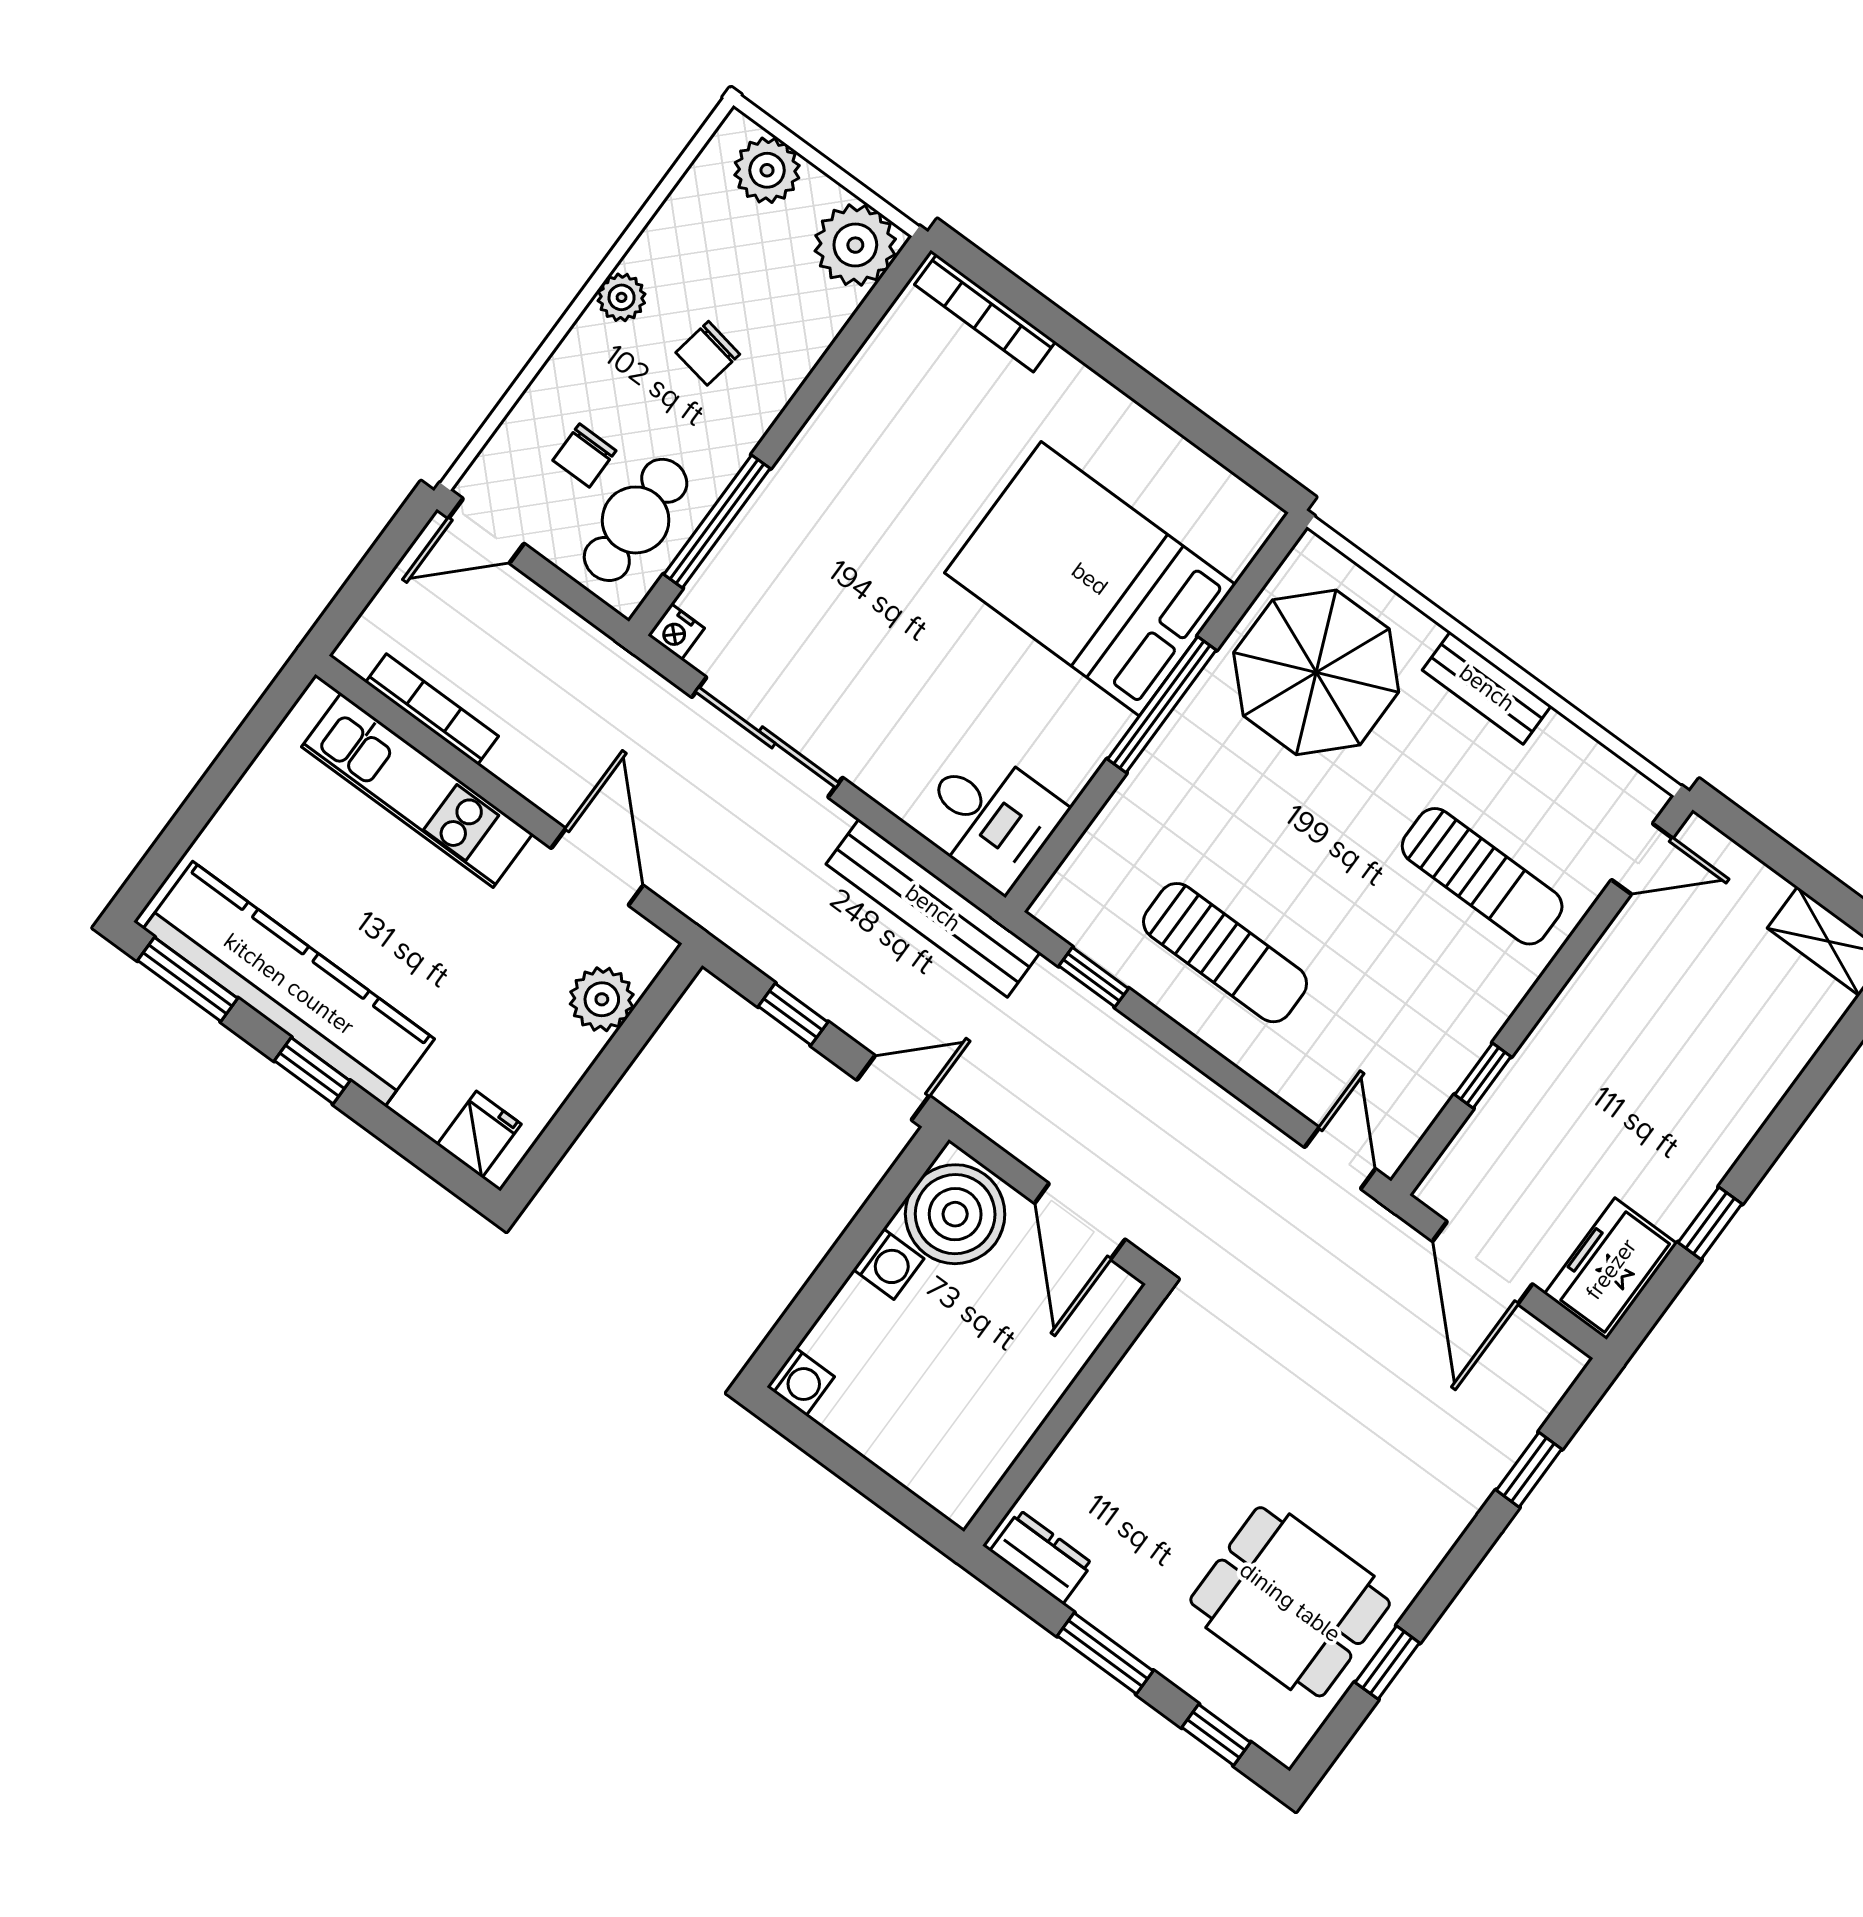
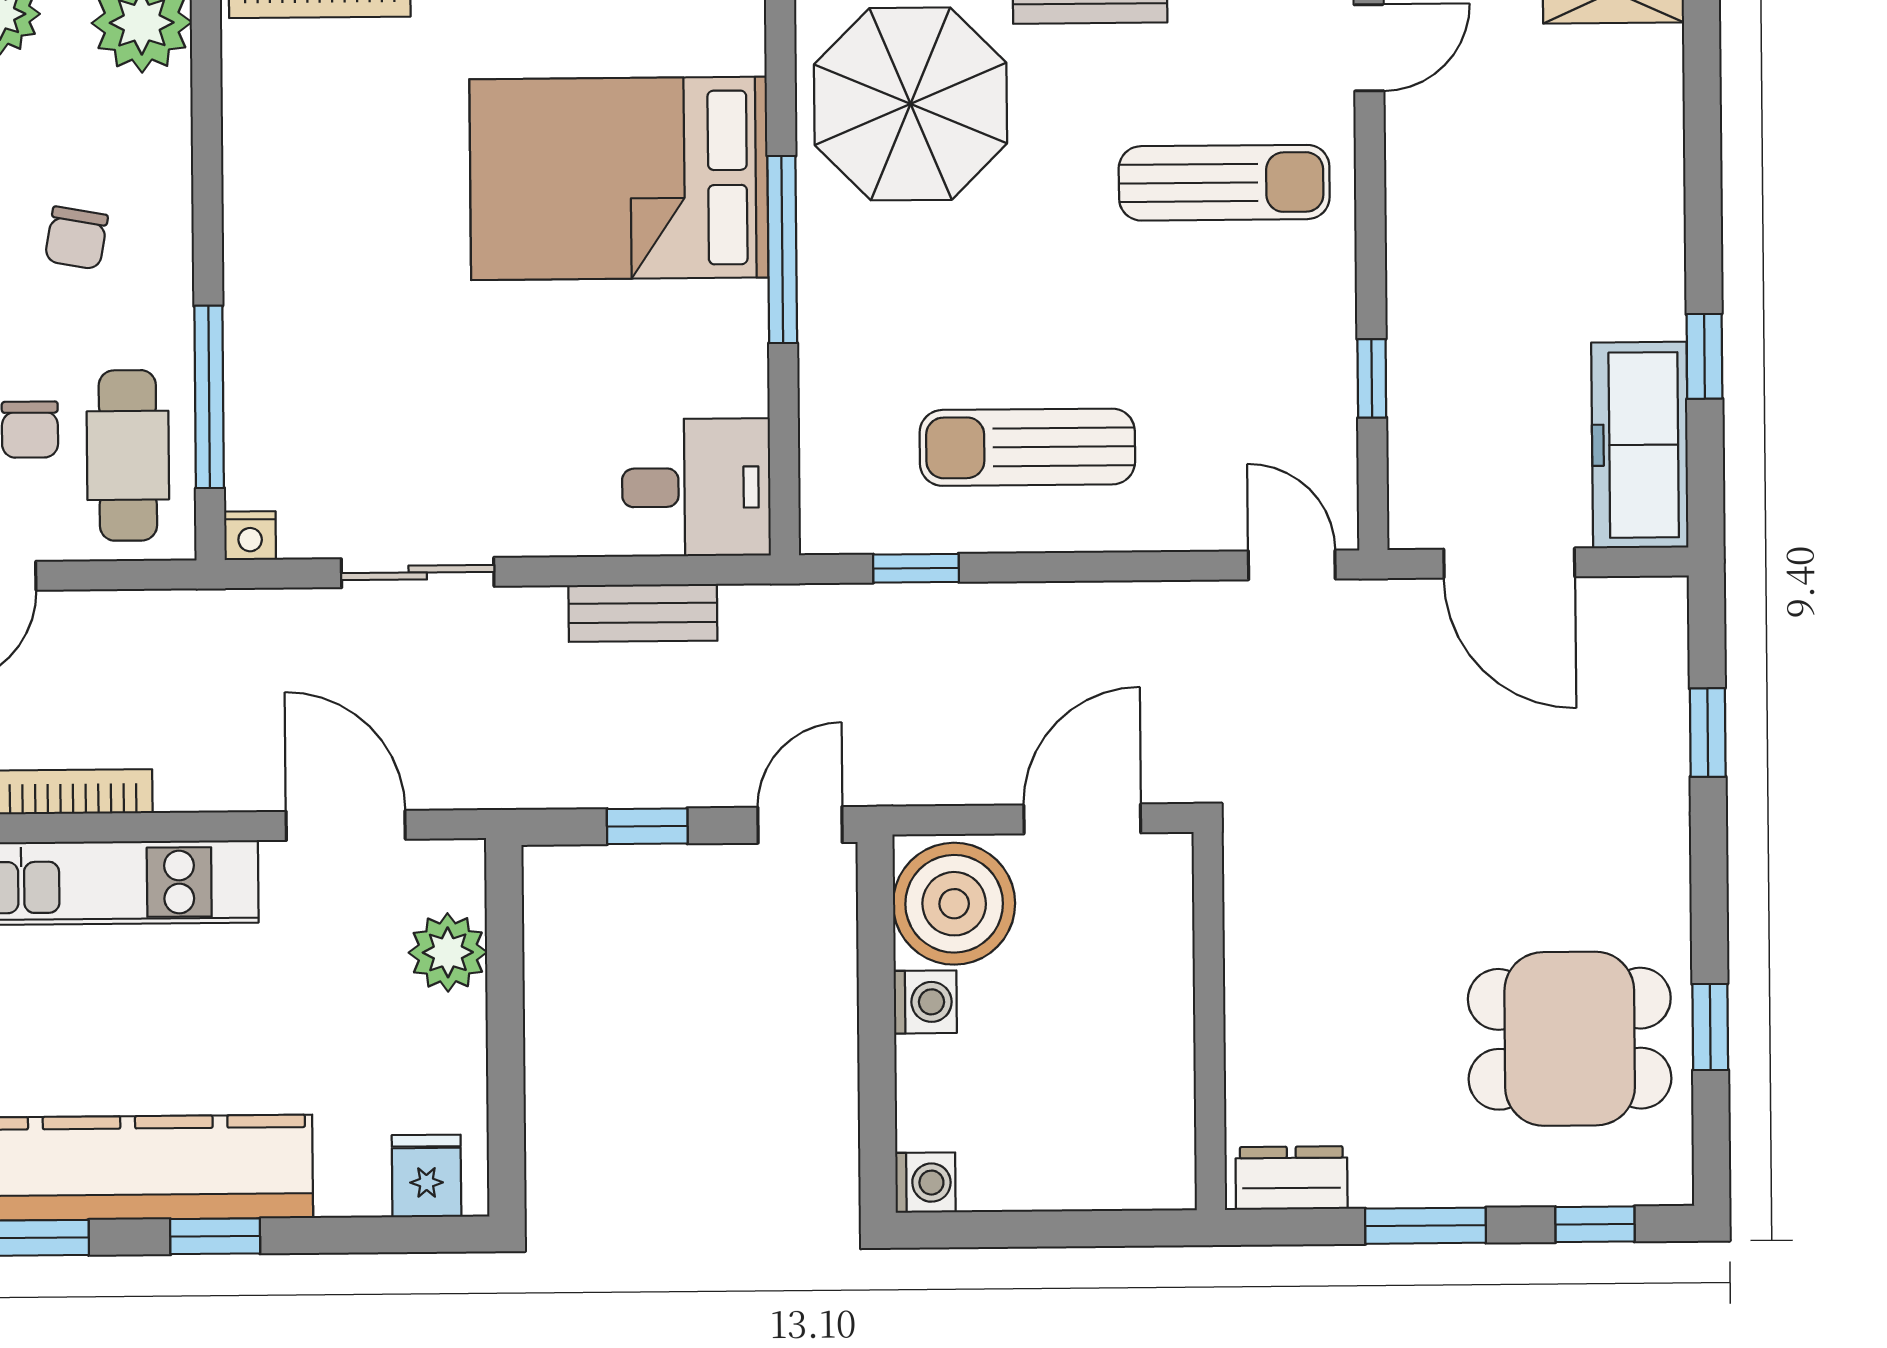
sliding door: (767, 737) -> (418, 573), width x0.73
bench: (933, 908) -> (643, 613), width x0.54, depth x0.82
sun lounger: (1225, 953) -> (1027, 447), turned 180
door: (1080, 1221) -> (1082, 819), swing flipped
freezer: (1611, 1269) -> (1640, 445), width x1.40

